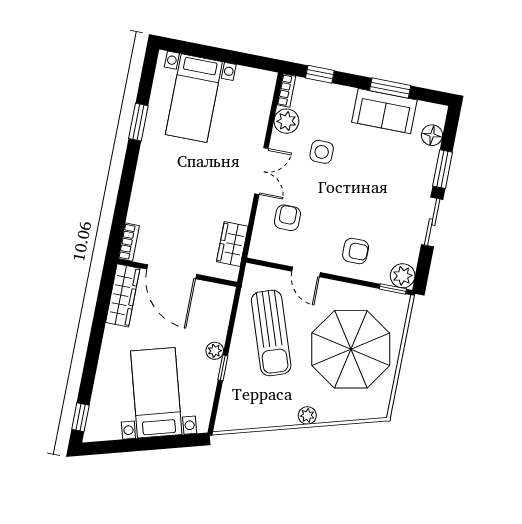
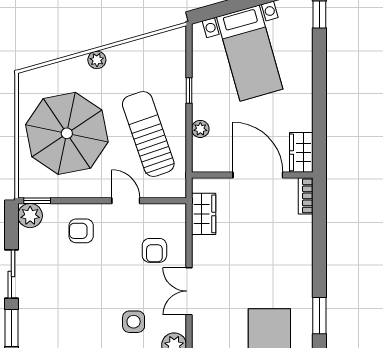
wardrobe: (123, 295) -> (301, 152), width x0.67
plant: (215, 351) -> (200, 129), moved

